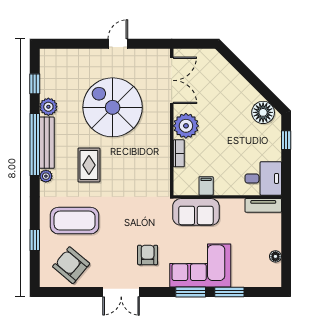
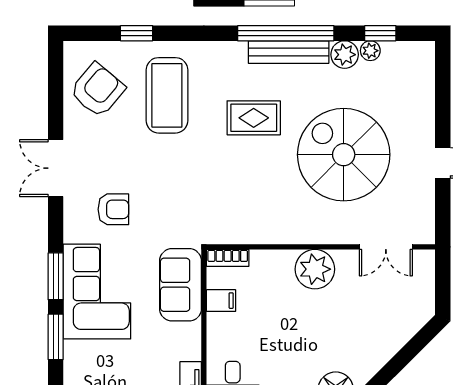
double door: (172, 80) -> (386, 247), width x0.73
spiral stairs: (113, 107) -> (344, 155), turned -90
bookcase: (179, 153) -> (228, 258), moved
plant: (46, 176) -> (370, 51), moved

